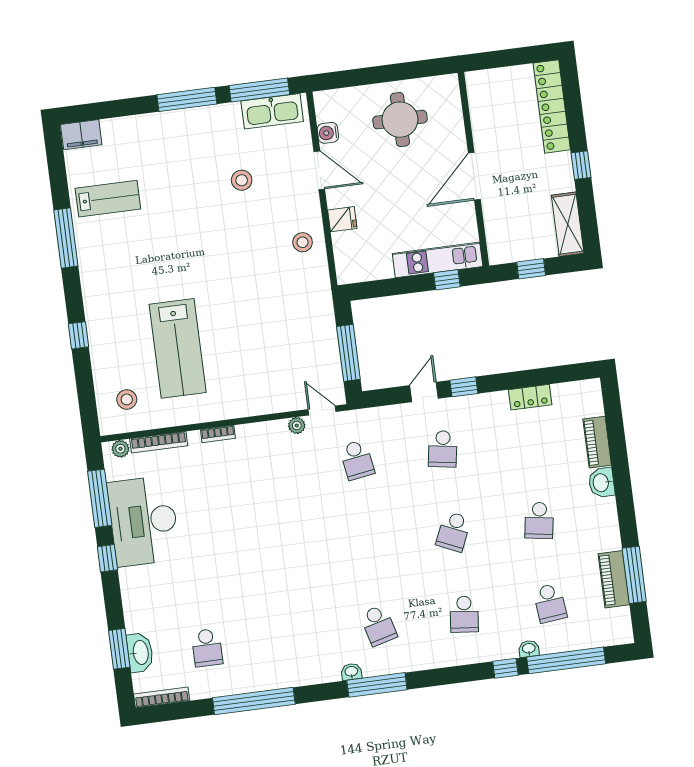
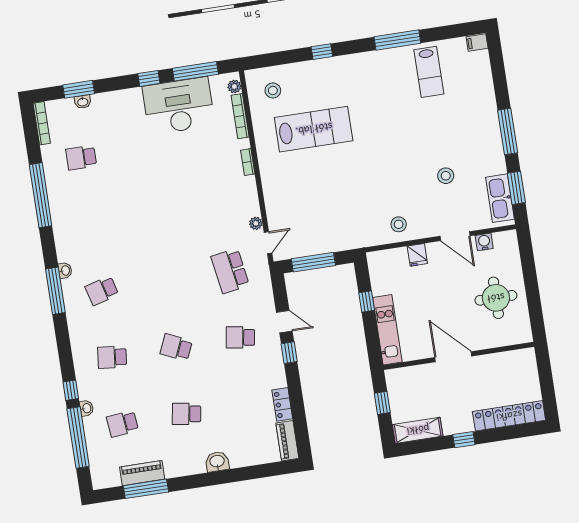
window: (259, 90) -> (516, 188), width x0.69
filing cabinet: (81, 135) -> (477, 43), width x0.50
door: (319, 170) -> (455, 236), hinge flipped
window: (447, 280) -> (367, 301), moved
lab bench: (178, 348) -> (314, 129), turned 180
piano: (597, 442) -> (287, 441), moved, turned -90
school desk: (357, 460) -> (230, 271), width x1.85
washbasin: (140, 653) -> (83, 102), width x0.52, depth x0.69

